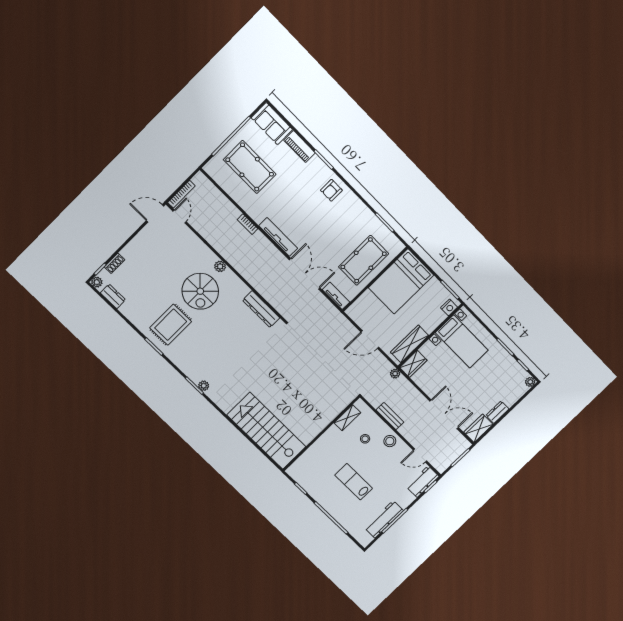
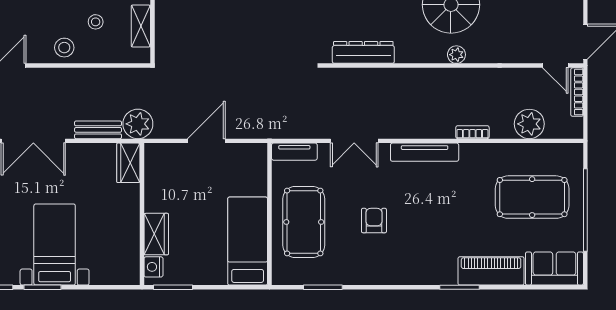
piano: (300, 147) -> (491, 271), width x1.37, depth x1.33
armchair: (331, 190) -> (374, 221), moved
plant: (218, 202) -> (529, 124), added
double door: (305, 274) -> (354, 141), width x0.73
bed: (401, 281) -> (248, 241), width x0.67
bed with nightstands: (462, 342) -> (55, 244), moved, turned 90
wardrobe: (410, 344) -> (156, 234), moved, width x0.67
plant: (395, 374) -> (138, 124), width x1.87, depth x1.87
bench: (390, 416) -> (98, 130), moved

